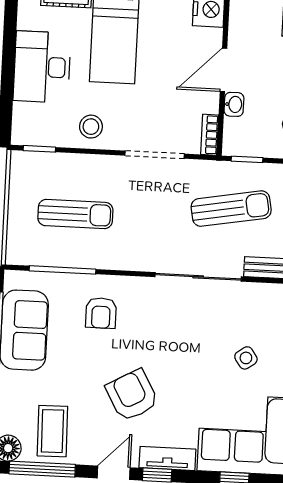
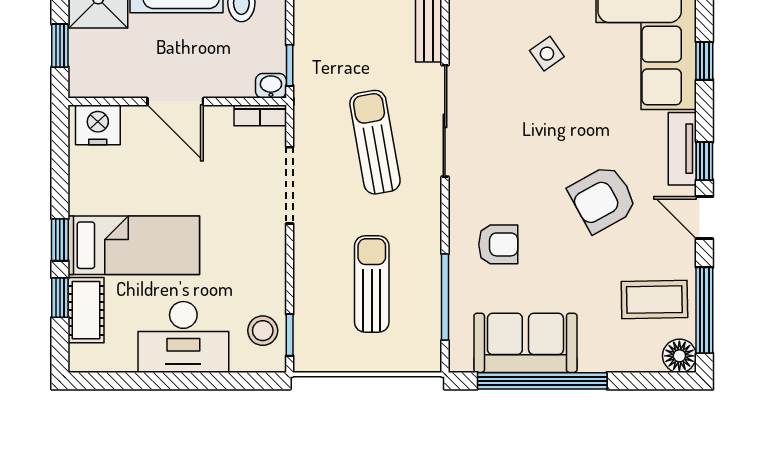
washbasin: (234, 104) -> (271, 86), moved
stool: (91, 127) -> (263, 331), moved
sun lounger: (231, 209) -> (375, 142), moved

